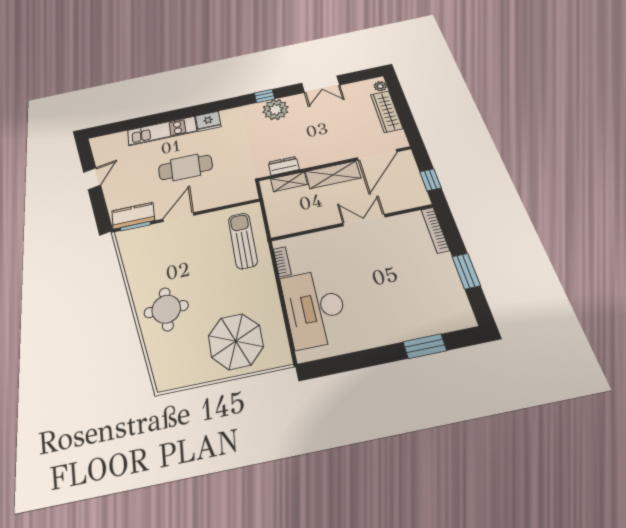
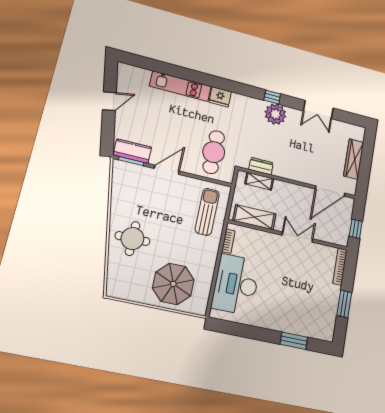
plant: (380, 86) -> (360, 135), removed
cafe table: (186, 167) -> (214, 152), moved, turned 90
shelving: (333, 175) -> (254, 217), moved

